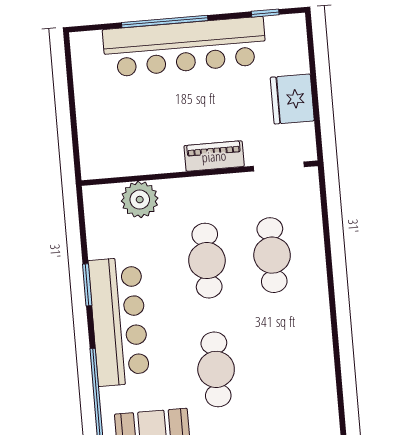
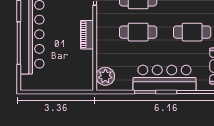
piano: (214, 156) -> (87, 35), moved
plant: (140, 200) -> (105, 76), moved

